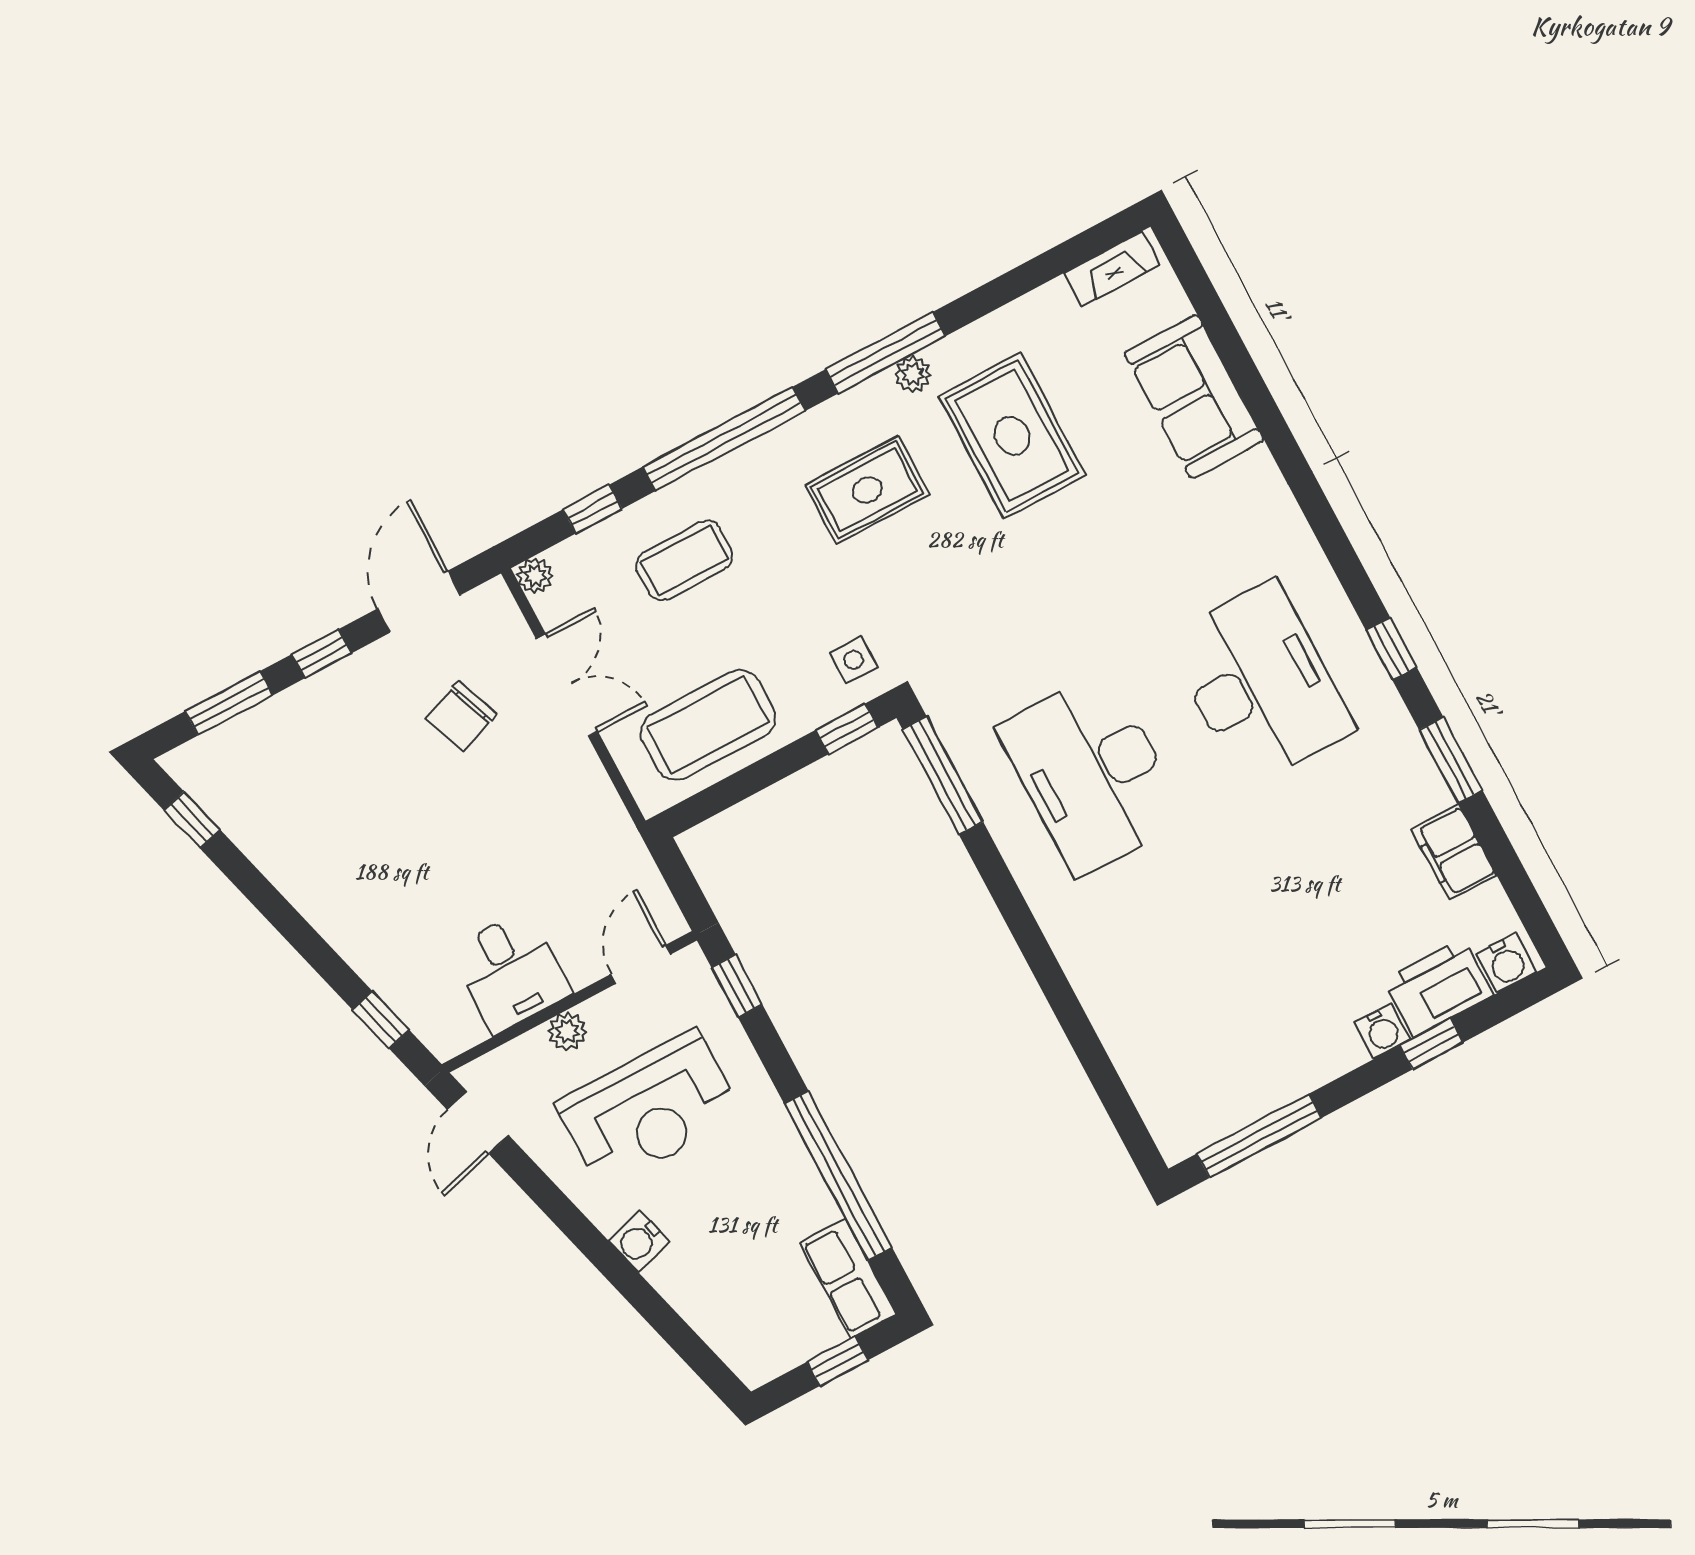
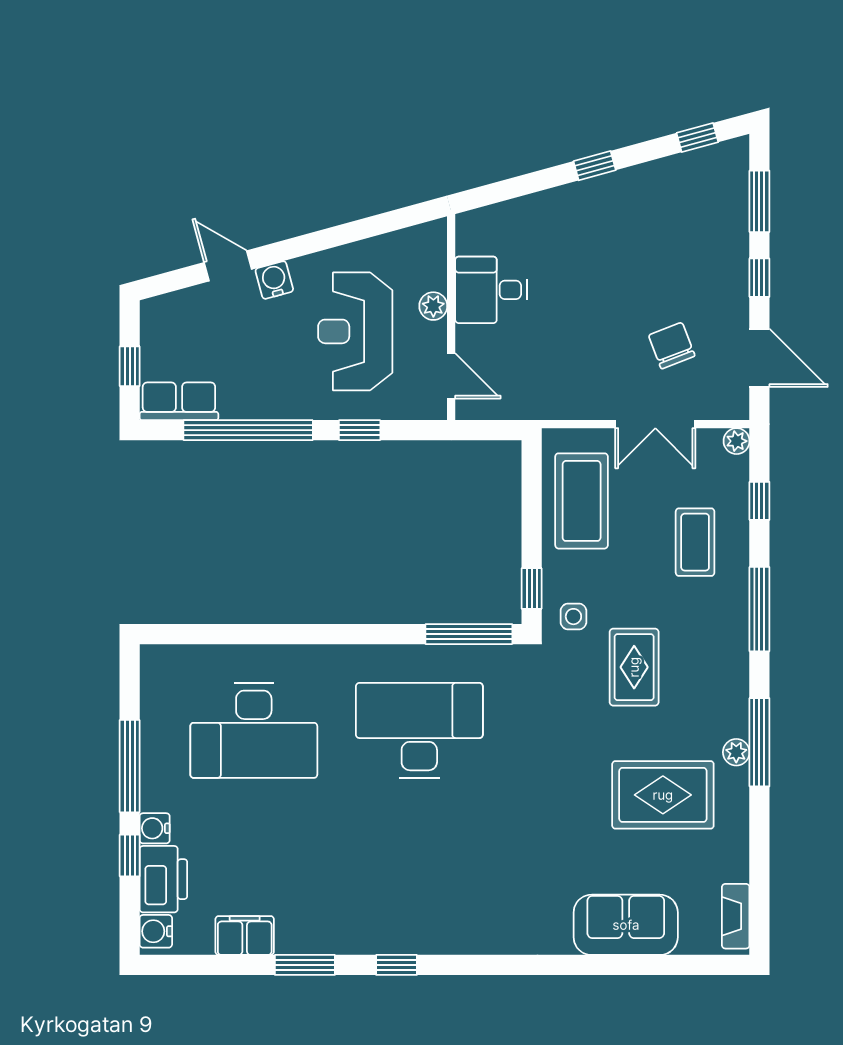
window: (724, 439) -> (759, 609), width x0.68
rug: (867, 490) -> (634, 667), moved
desk: (1260, 684) -> (254, 730), moved
window: (737, 986) -> (360, 430), moved
window: (381, 1020) -> (595, 166), moved
door: (478, 1123) -> (228, 266), moved
window: (1259, 1136) -> (130, 766), moved

